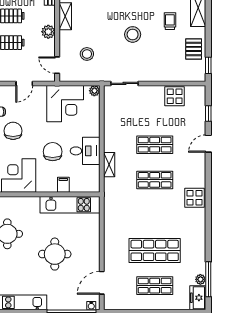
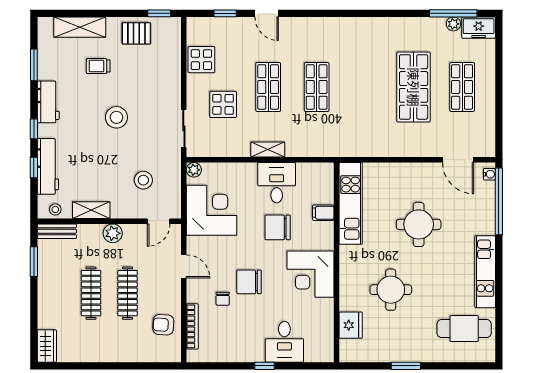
shelving: (109, 165) -> (268, 150), moved
display table: (195, 198) -> (223, 104), moved

